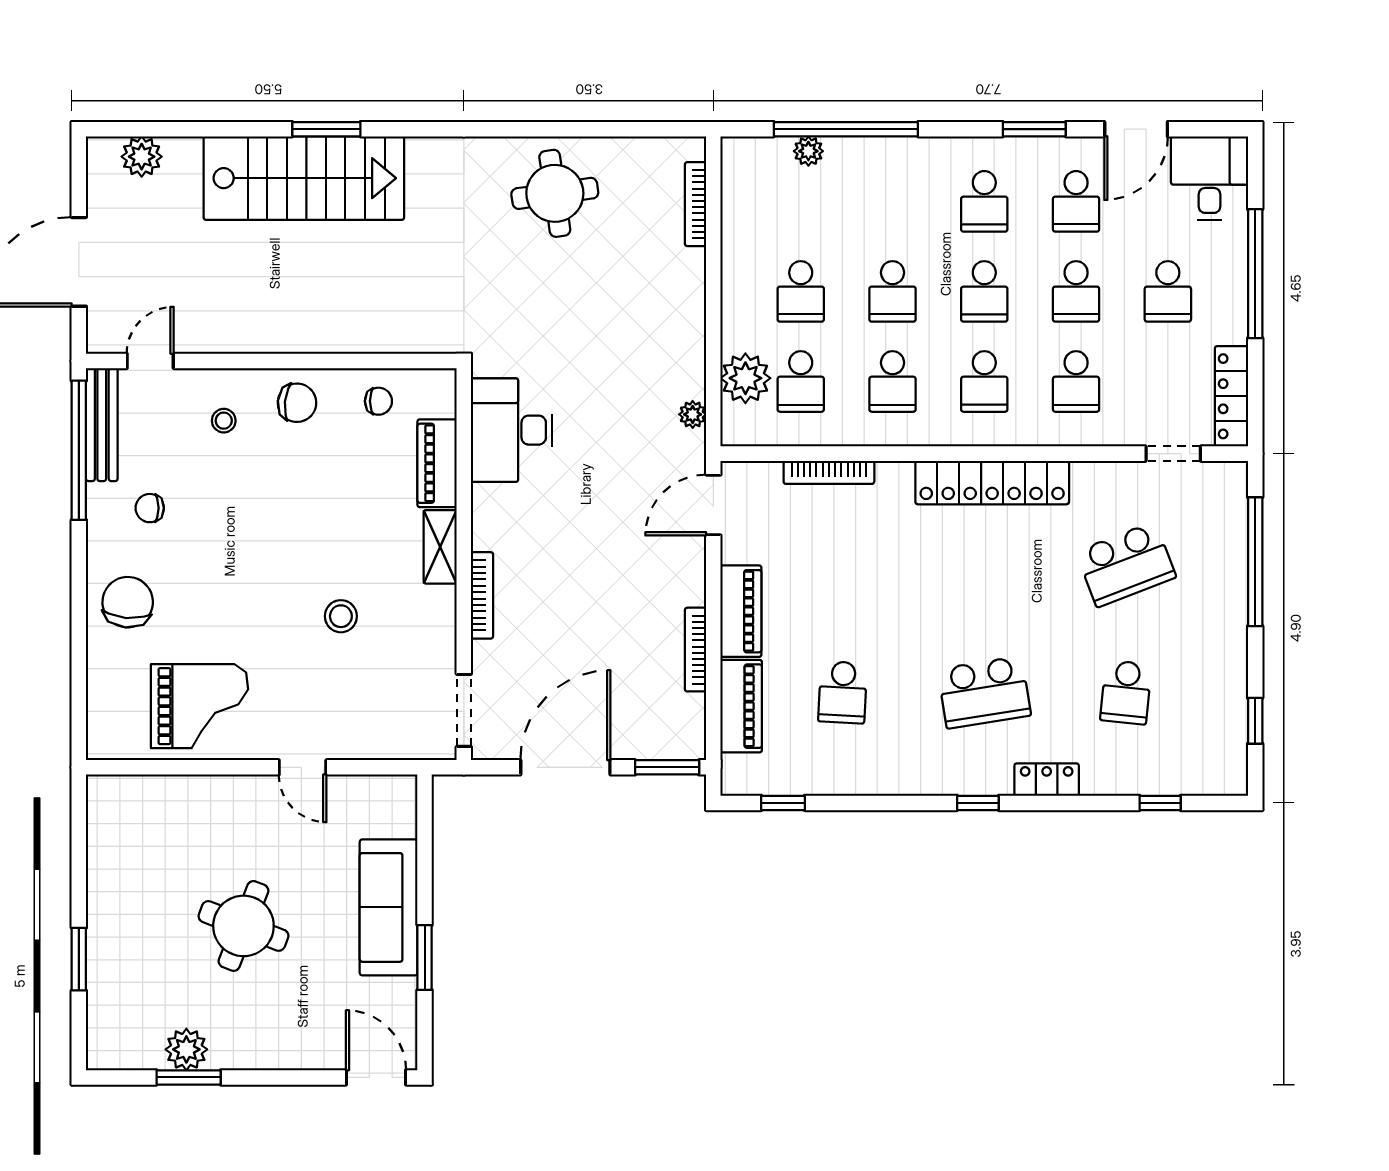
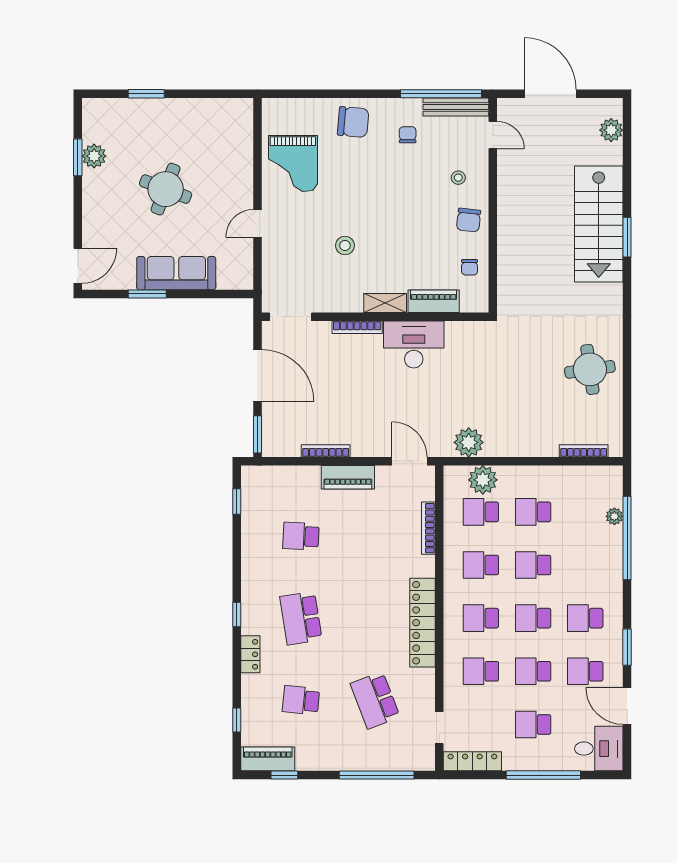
plant: (693, 414) -> (469, 442), width x1.87, depth x1.87
desk: (512, 430) -> (414, 344), moved
piano: (741, 706) -> (268, 759), moved, turned 180

